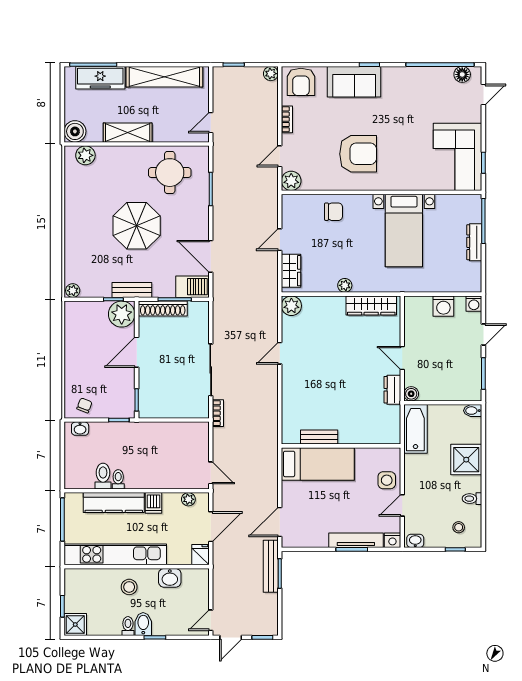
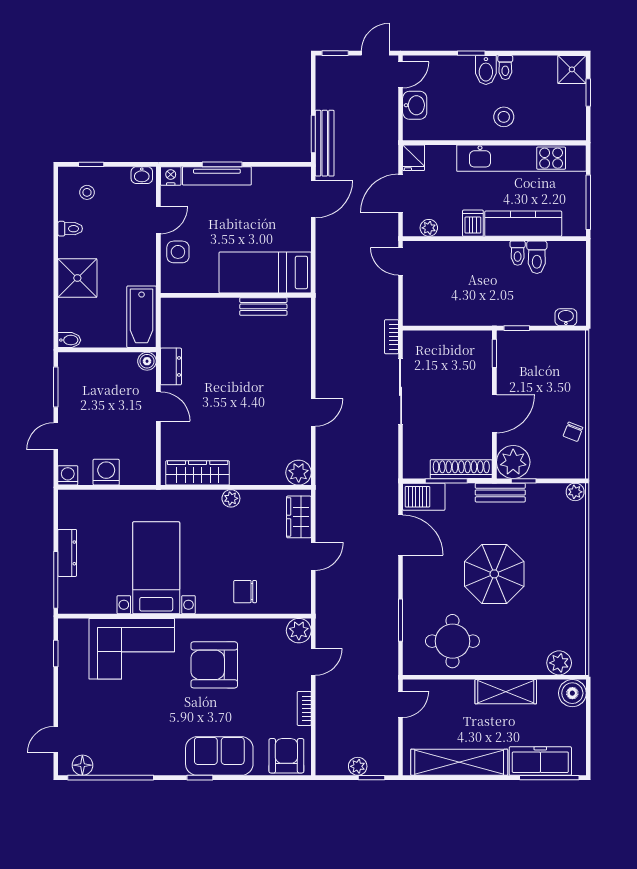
plant: (271, 74) -> (358, 766), moved
corner sofa: (458, 157) -> (132, 649), moved, turned 90
chair: (84, 405) -> (573, 432), moved
washbasin: (170, 578) -> (415, 105), moved, turned 90

